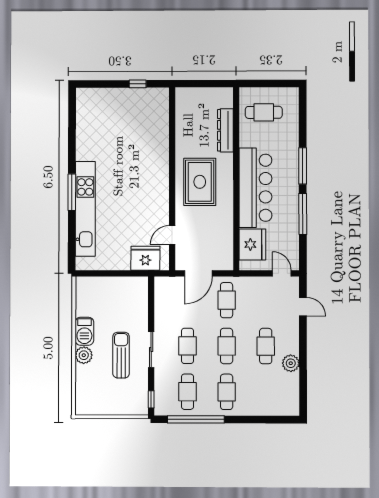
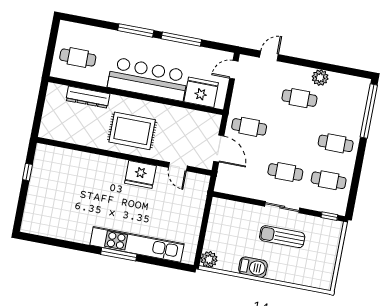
cafe table: (264, 112) -> (78, 58), turned 90
fridge: (145, 258) -> (140, 174), moved, turned -90
cafe table: (227, 346) -> (292, 135), removed
plant: (84, 355) -> (209, 259), moved
window: (196, 419) -> (369, 111), moved

